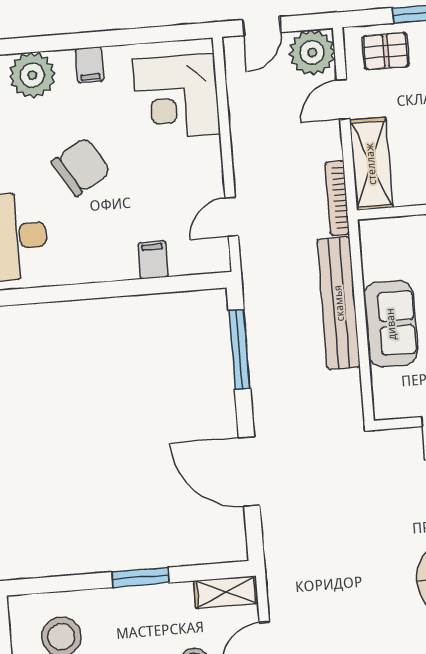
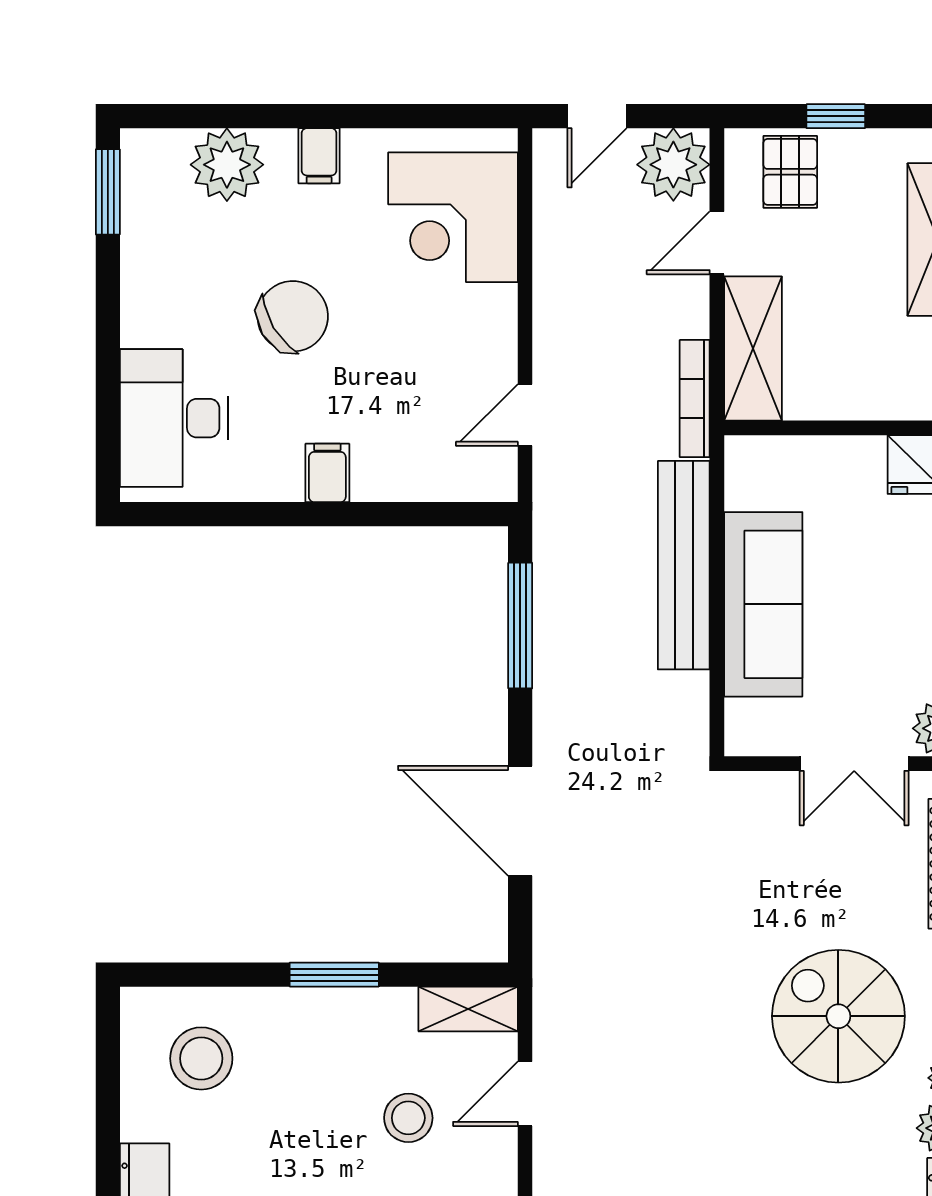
pallet: (386, 51) -> (790, 172), turned 90
filing cabinet: (153, 260) -> (327, 473), moved
sofa: (391, 324) -> (763, 604), width x1.36

